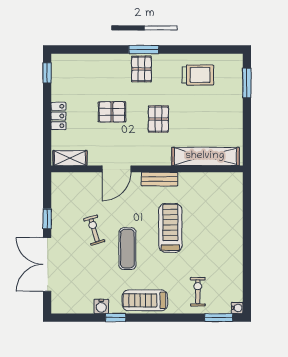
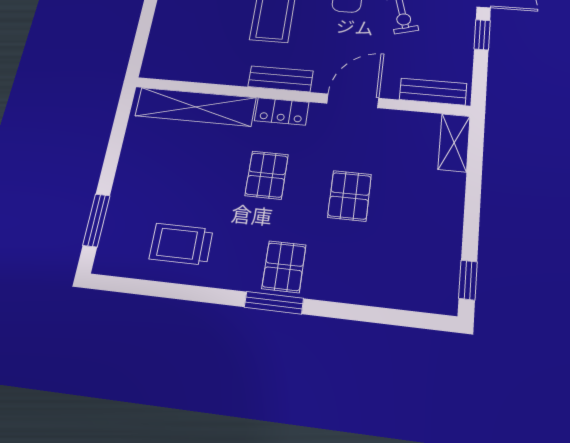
pallet: (112, 112) -> (350, 196), turned 90
locker: (58, 116) -> (282, 111), moved, turned -90
shelving: (70, 158) -> (454, 143), moved, turned 90
bench: (72, 179) -> (433, 92), added

